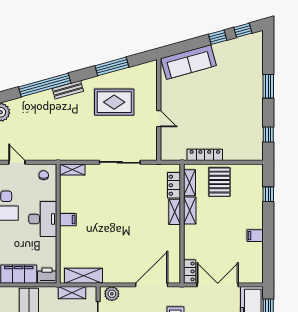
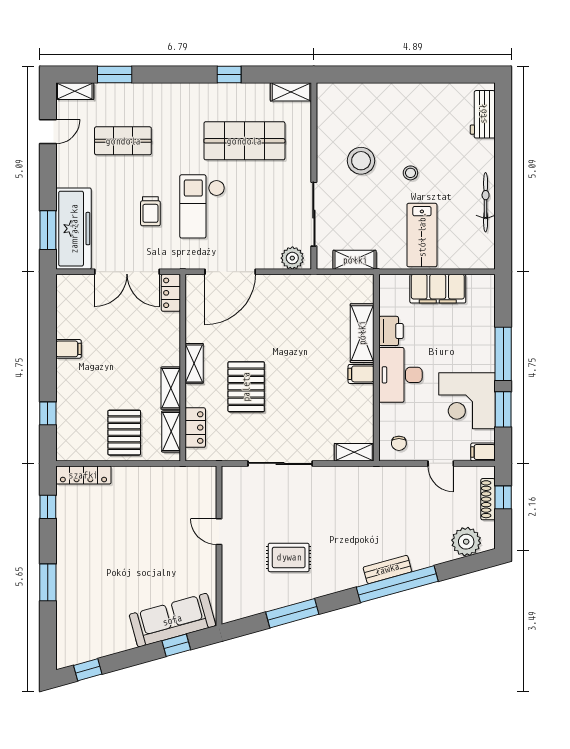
window: (218, 37) -> (176, 645), moved
bench: (68, 90) -> (387, 569), moved
rug: (114, 102) -> (289, 557), width x0.73, depth x0.70
locker: (205, 155) -> (83, 475), moved
pallet: (141, 211) -> (246, 387), added
shelving: (175, 212) -> (194, 363), moved
printer: (47, 276) -> (391, 331), moved, turned -90
shelving: (83, 276) -> (362, 333), moved, turned 90

